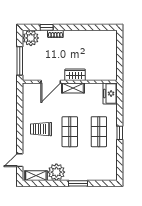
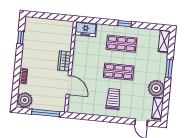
window: (47, 27) -> (21, 37), moved
shelving: (73, 88) -> (164, 41), moved
trolley: (41, 129) -> (113, 99), turned 180

